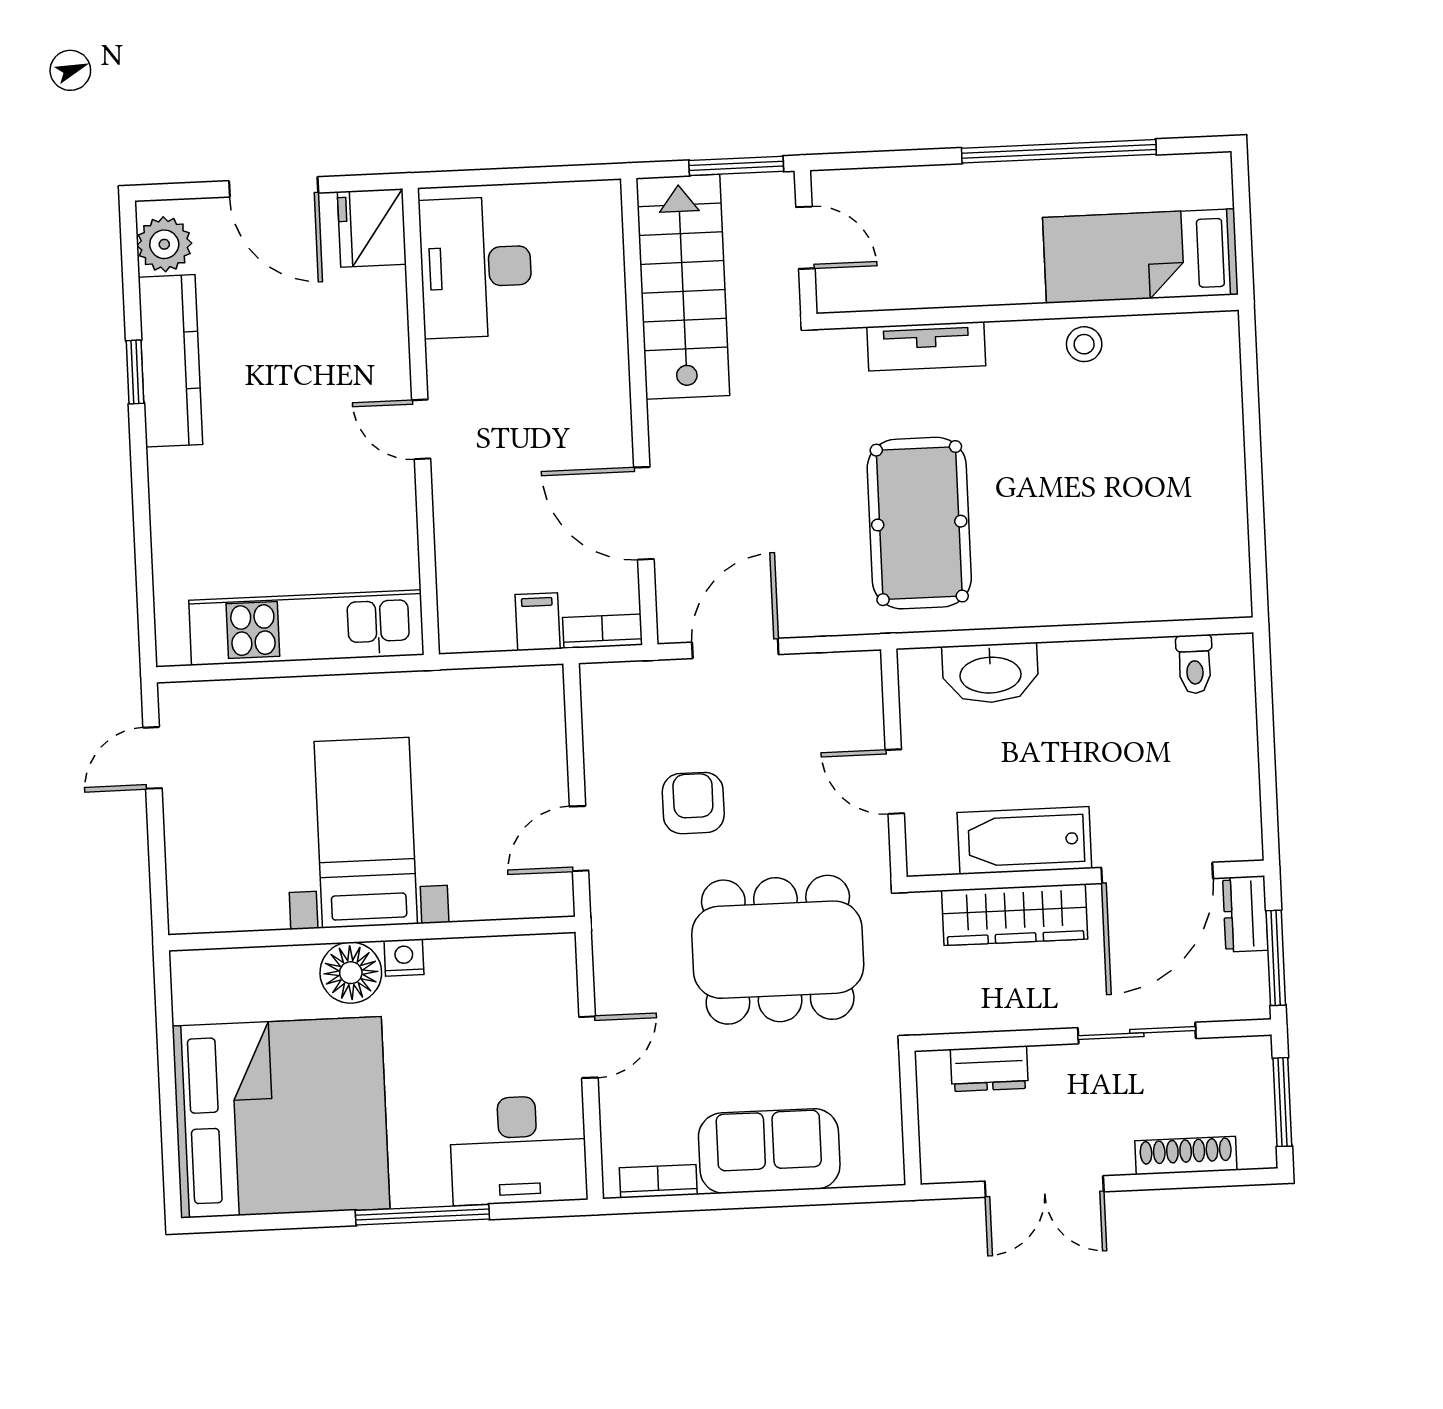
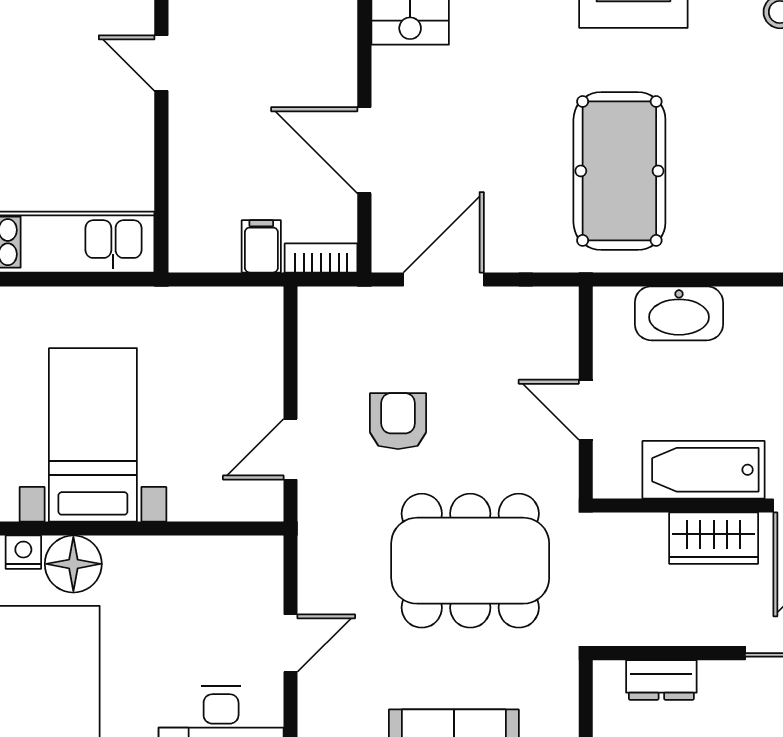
wardrobe: (1015, 915) -> (714, 538), width x0.67
nightstand: (404, 958) -> (23, 552), moved

